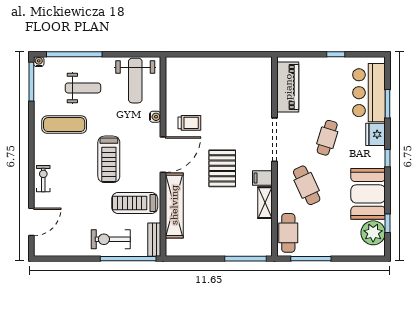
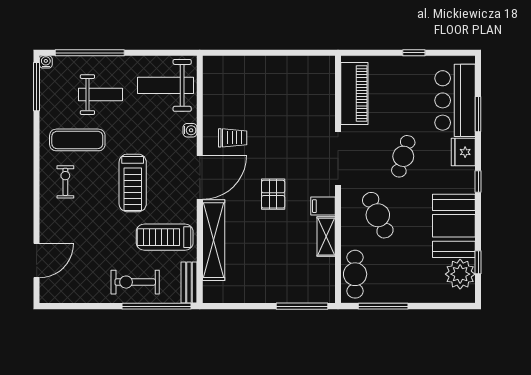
weight bench: (135, 81) -> (165, 85), turned 90
pallet: (222, 168) -> (273, 194), width x0.67, depth x0.71
exercise bike: (43, 179) -> (65, 182), moved

